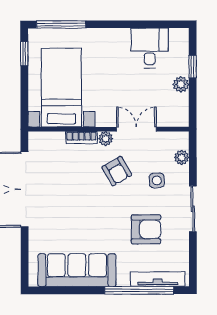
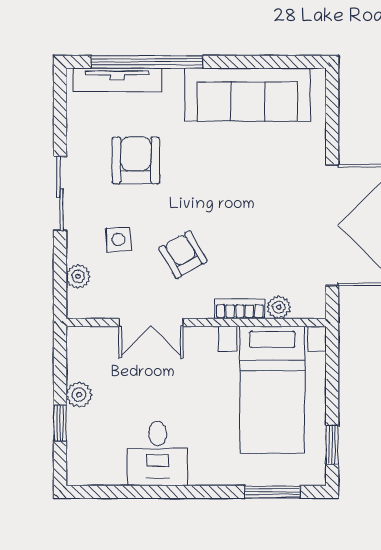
window: (61, 24) -> (272, 492), width x0.69
desk: (150, 48) -> (158, 454), moved
plant: (106, 139) -> (279, 307), moved
armchair: (146, 229) -> (136, 160), turned 90

